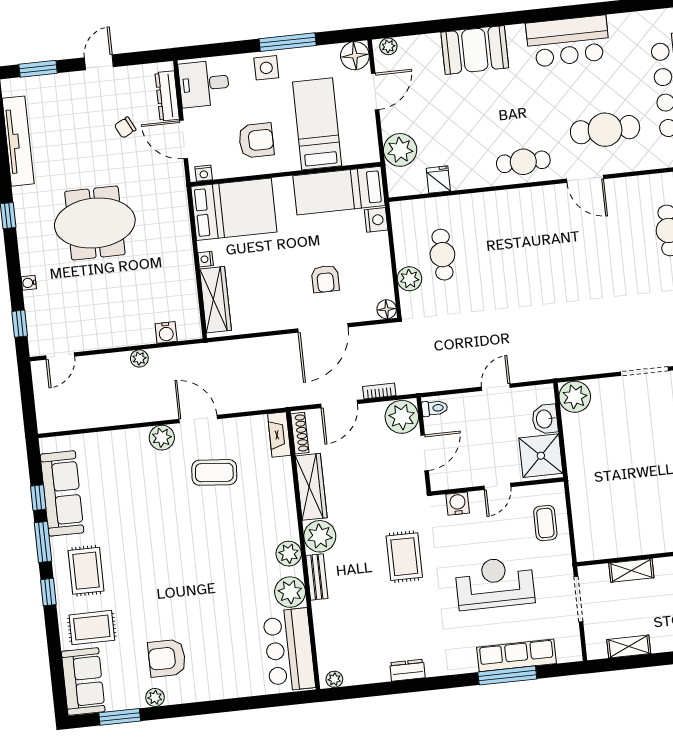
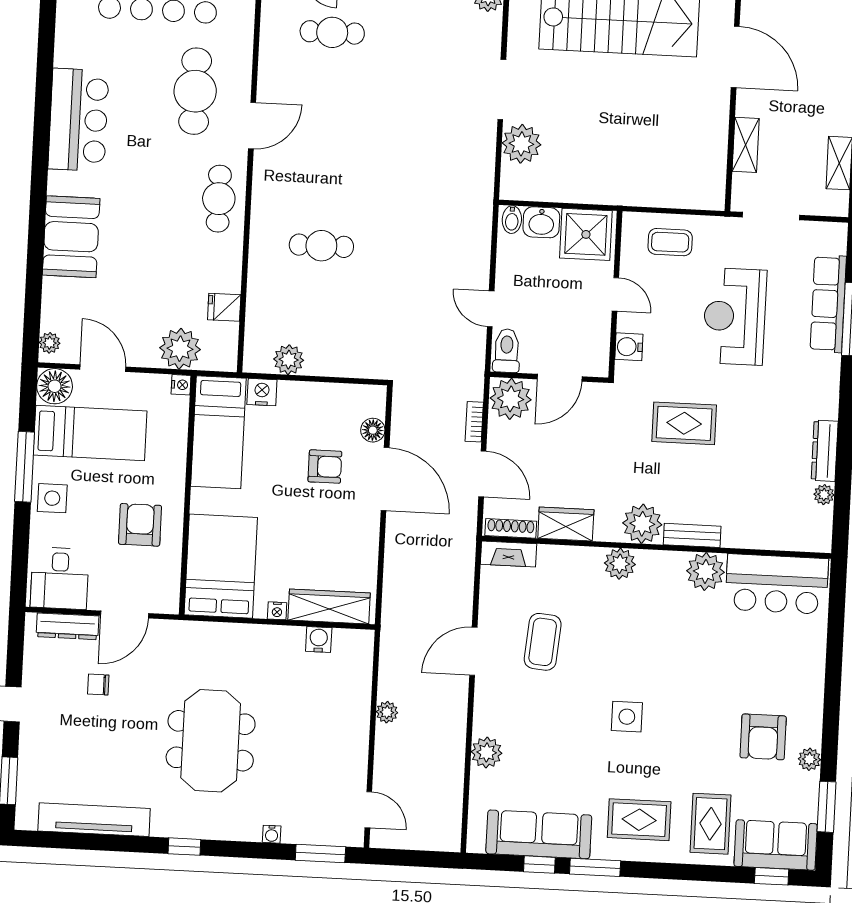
bed: (317, 124) -> (90, 433), moved, turned 180
chair: (125, 127) -> (98, 685), turned 117
nightstand: (204, 173) -> (181, 385), moved
cafe table: (442, 255) -> (321, 246), moved
plant: (409, 279) -> (289, 360), moved
floor lamp: (387, 309) -> (373, 430), moved
window: (20, 324) -> (320, 853), width x1.50
water cooler: (166, 332) -> (319, 640), moved, turned -90
door: (496, 387) -> (491, 309), moved
bidet: (543, 395) -> (512, 220), added
plant: (575, 397) -> (521, 144), moved
toilet: (435, 408) -> (507, 351), width x1.37, depth x1.39
plant: (162, 438) -> (487, 752), moved
door: (425, 453) -> (560, 378), swing flipped
wardrobe: (311, 487) -> (566, 524), width x0.67
side table: (166, 548) -> (627, 717), added
plant: (289, 554) -> (620, 564), moved
window: (48, 592) -> (772, 876), moved
dresser: (407, 670) -> (825, 451), width x1.44
plant: (334, 679) -> (824, 495), moved

